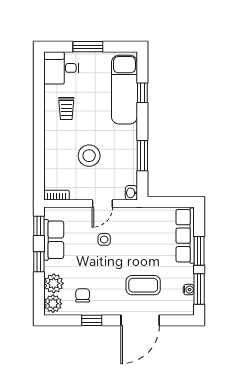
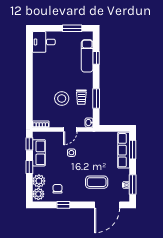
window: (88, 47) -> (72, 28), moved
exam couch: (124, 90) -> (87, 56), width x0.73, depth x0.69
trolley: (66, 108) -> (81, 97), moved
window: (199, 251) -> (133, 150), moved
door: (140, 320) -> (107, 205), moved

